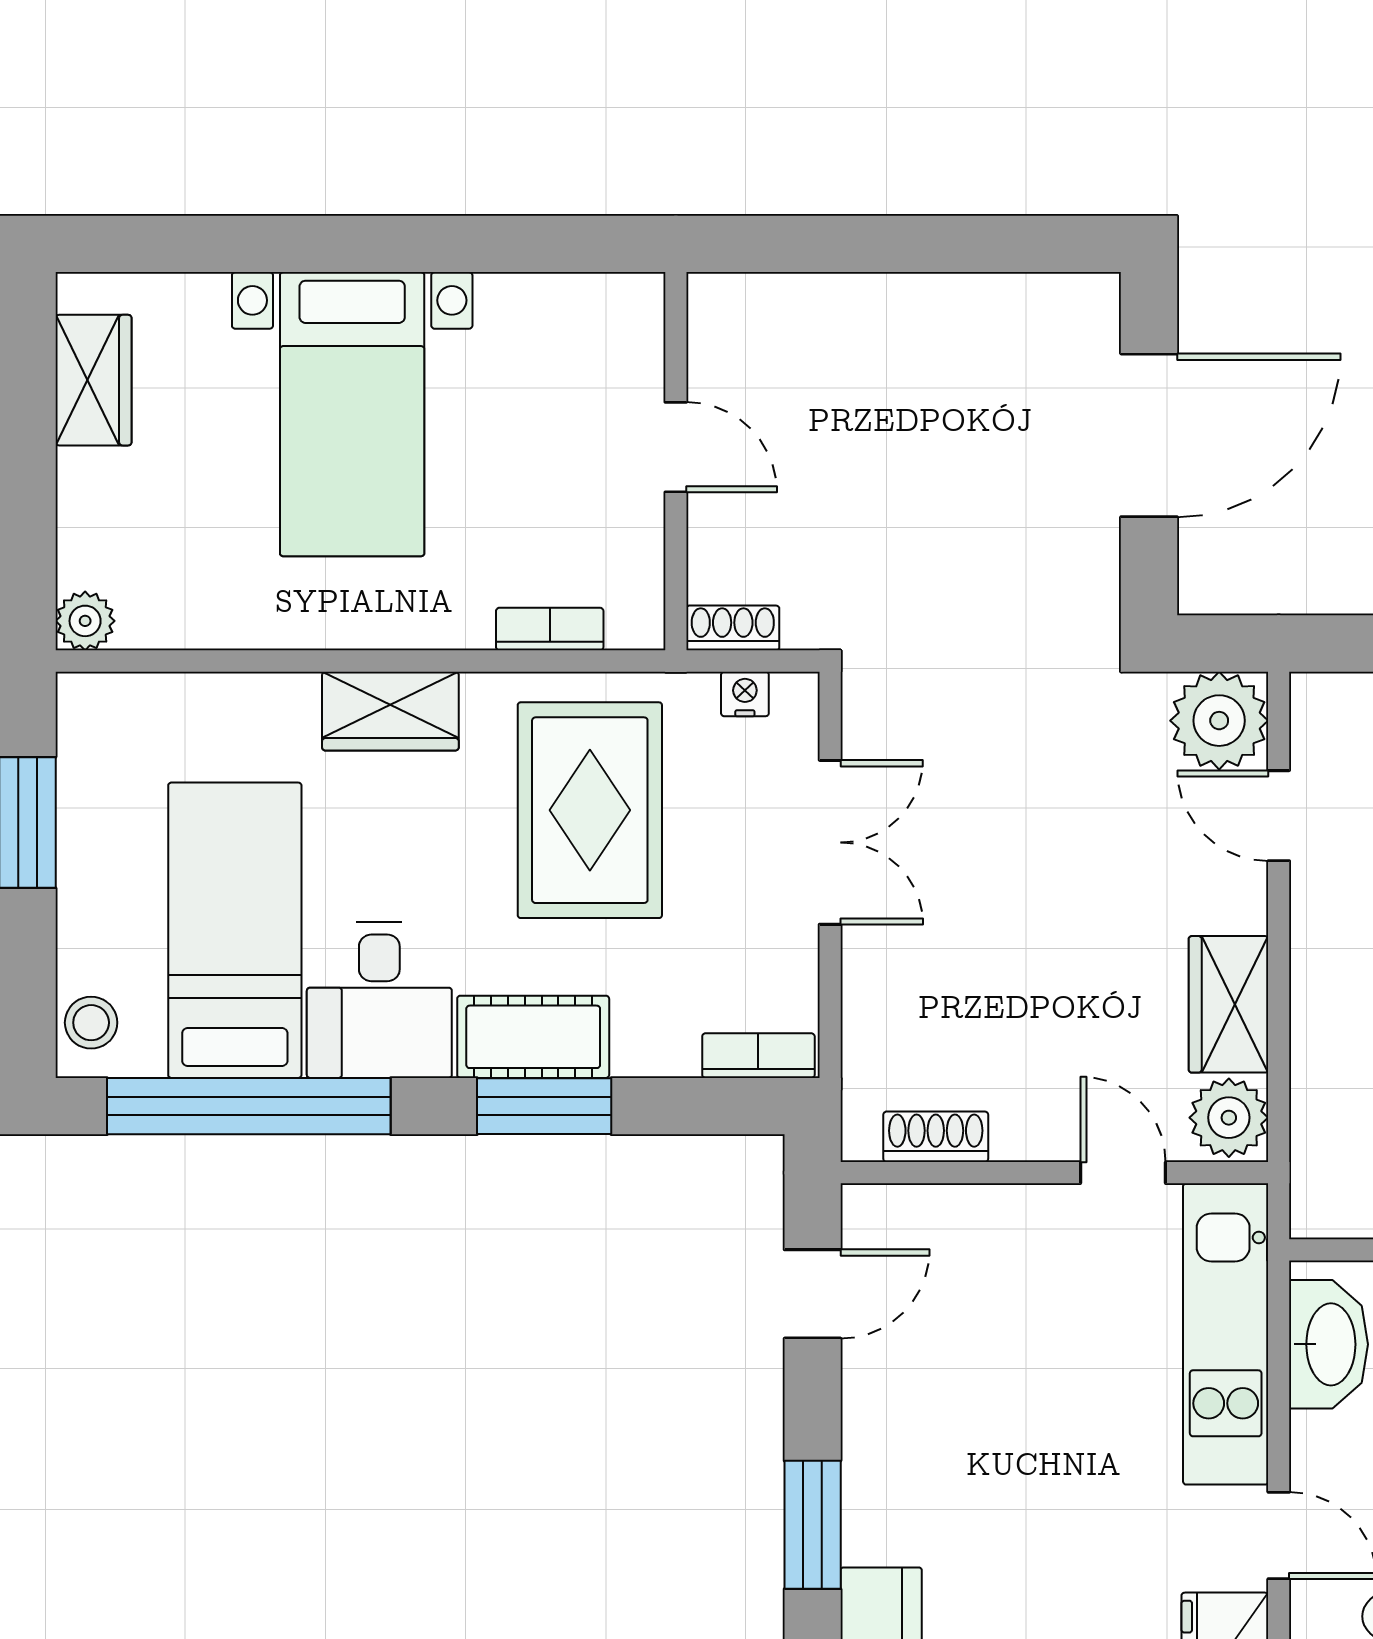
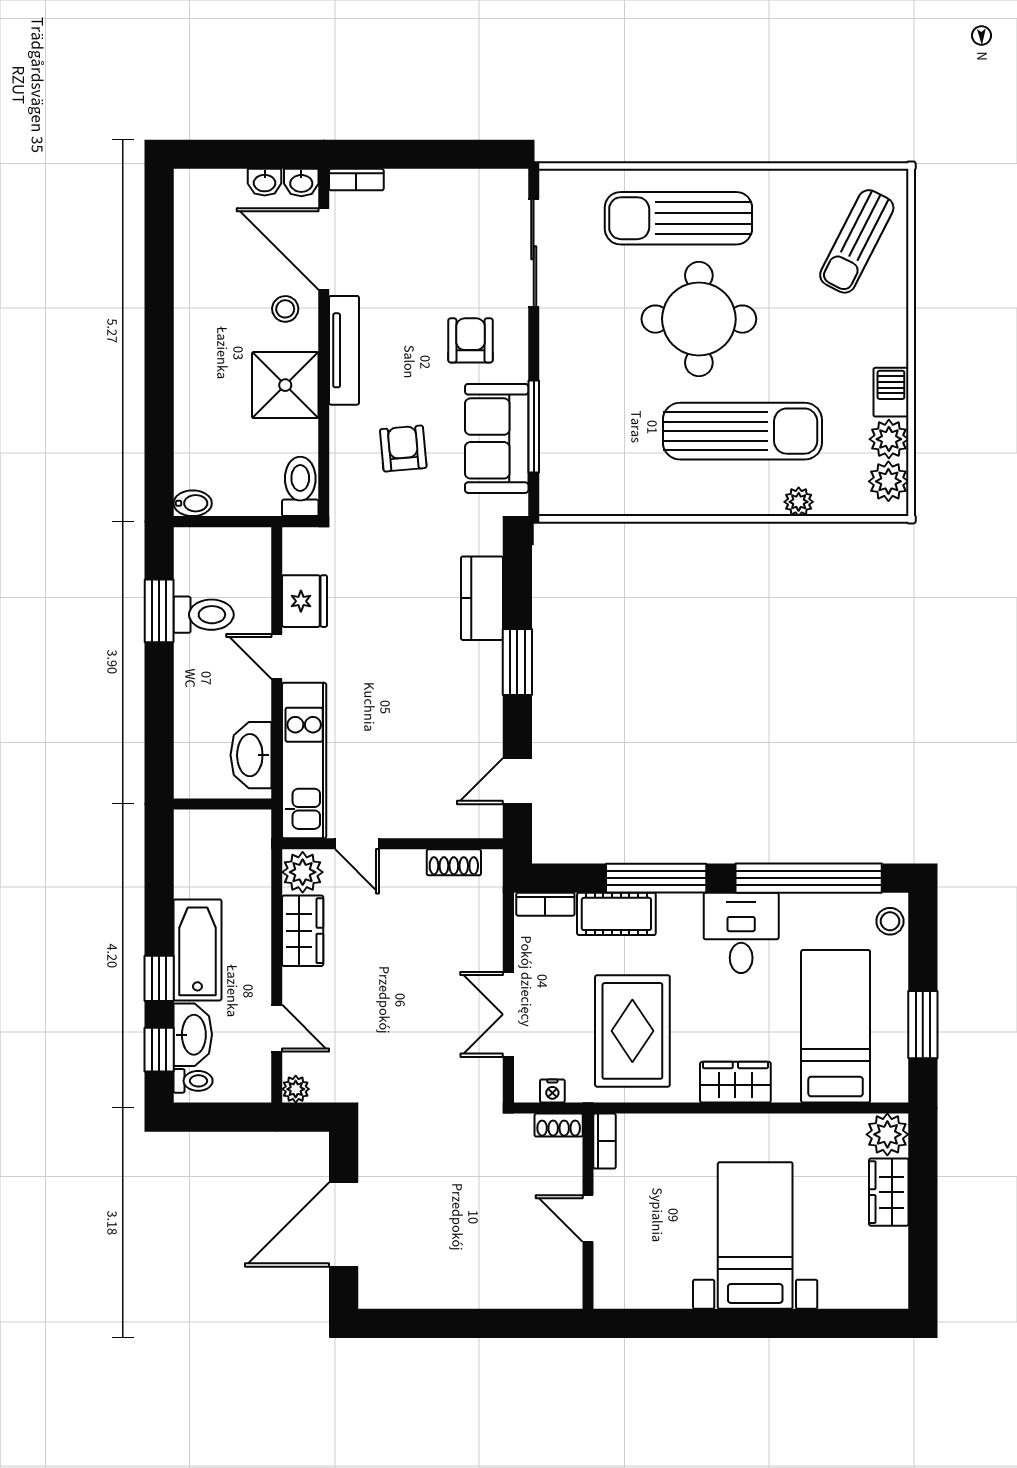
wardrobe: (93, 380) -> (889, 1192), moved
plant: (85, 621) -> (887, 1134), width x1.38, depth x1.38
bookcase: (550, 629) -> (605, 1141), moved, turned -90
plant: (1219, 721) -> (296, 1089), width x0.53, depth x0.53
bed: (235, 930) -> (836, 1026), moved, turned 180
cot: (533, 1037) -> (616, 914), moved
window: (544, 1106) -> (656, 878), width x1.44

